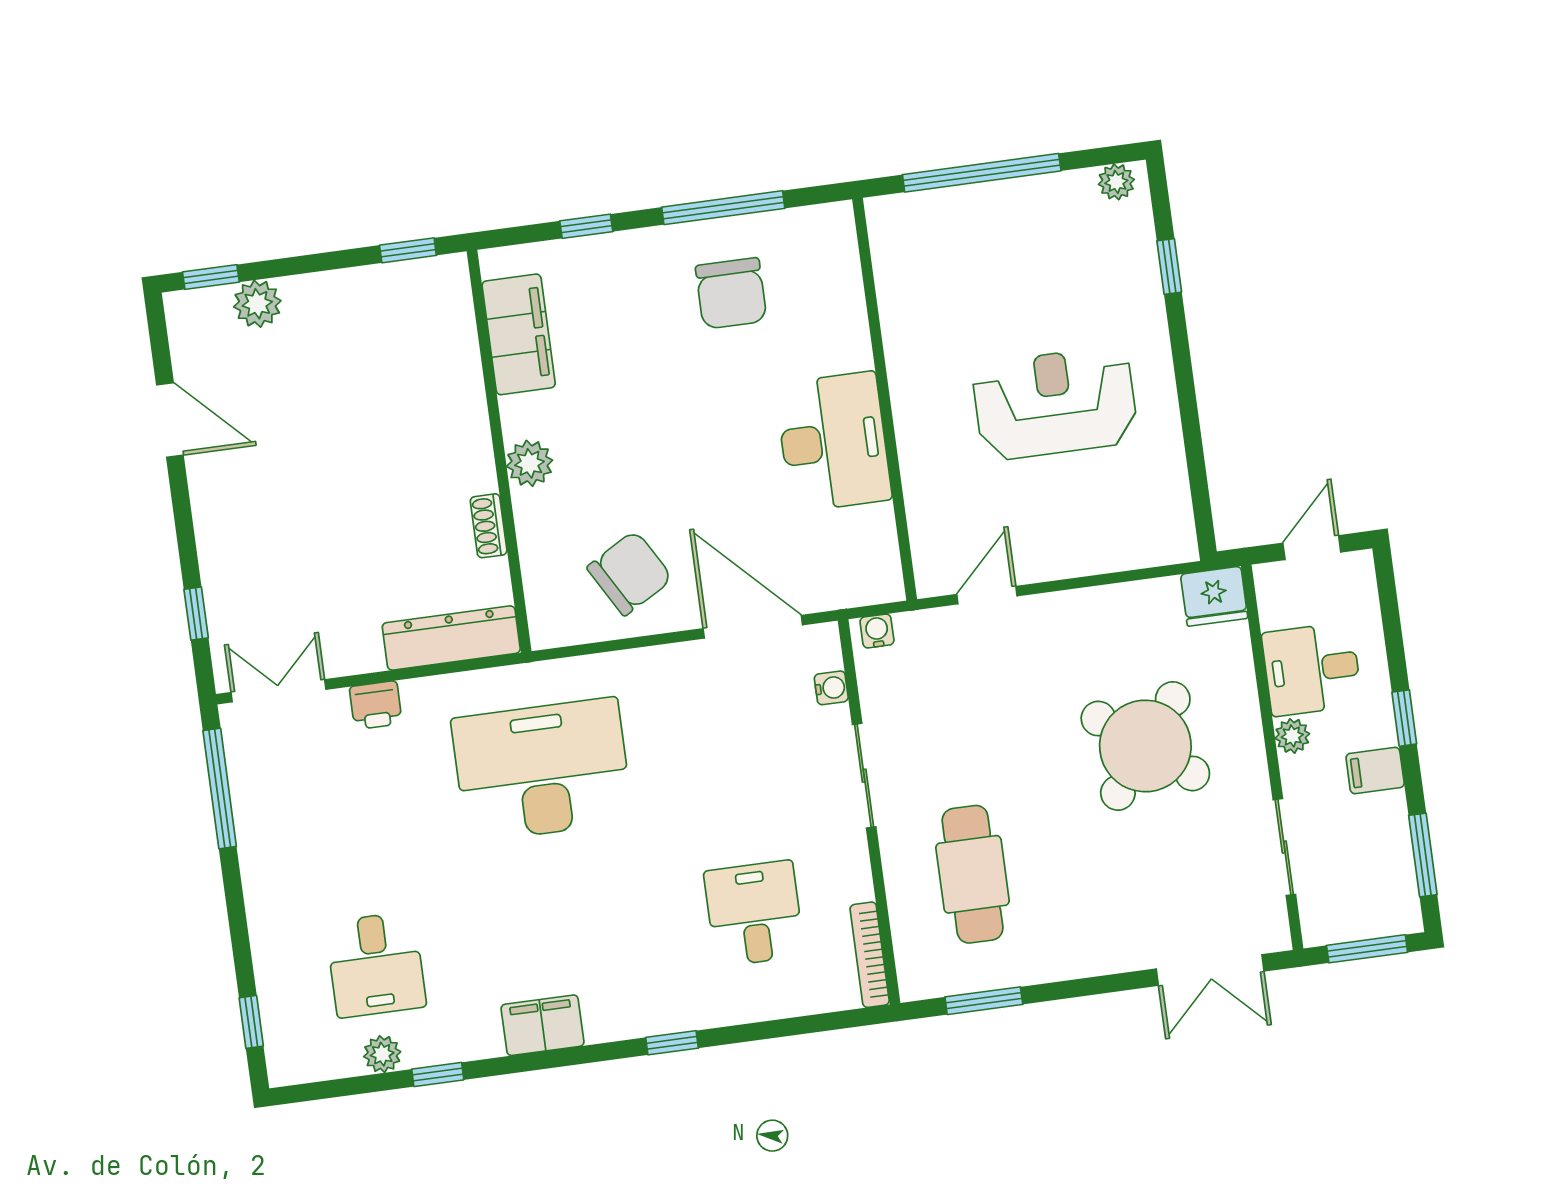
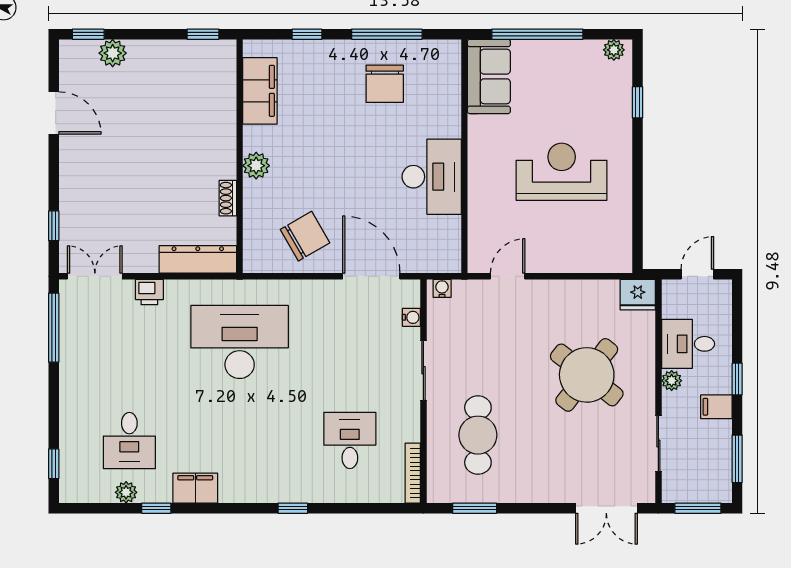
sofa: (908, 256) -> (489, 76), added
filing cabinet: (542, 1025) -> (195, 488), moved

